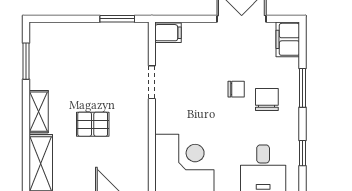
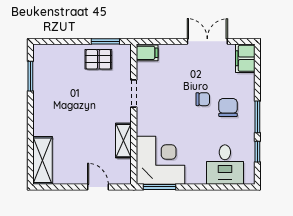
window: (303, 88) -> (257, 117), moved
shelving: (39, 112) -> (123, 141), moved
pallet: (93, 124) -> (98, 59), moved

